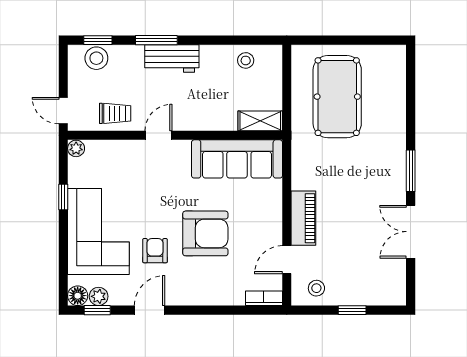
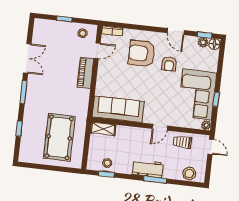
window: (98, 40) -> (106, 174), moved
window: (411, 104) -> (19, 129), added
corner sofa: (98, 232) -> (197, 94), moved
armchair: (205, 233) -> (142, 53), moved
door: (150, 310) -> (176, 32), hinge flipped

